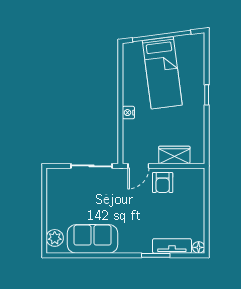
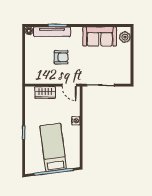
door: (138, 166) -> (69, 85), swing flipped
armchair: (163, 183) -> (61, 57), moved, turned 90
tv unit: (172, 246) -> (52, 32), width x1.41

